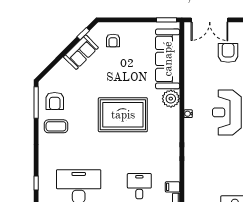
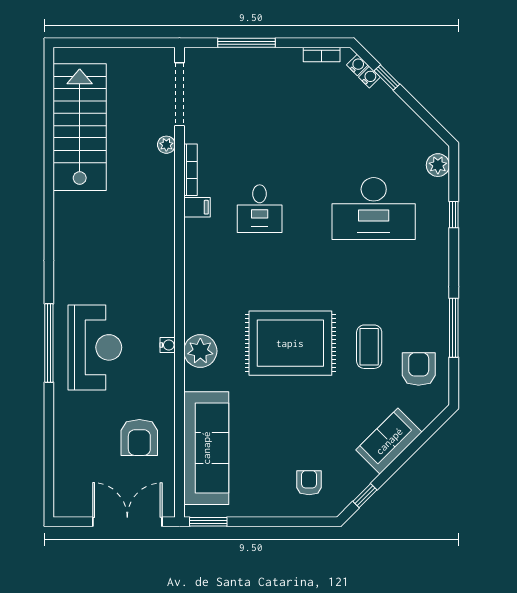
sofa: (81, 52) -> (389, 441), moved
armchair: (228, 53) -> (139, 438), moved
plant: (171, 99) -> (200, 351), moved
window: (36, 102) -> (454, 328), moved
coffee table: (56, 126) -> (369, 347), moved, turned 90

